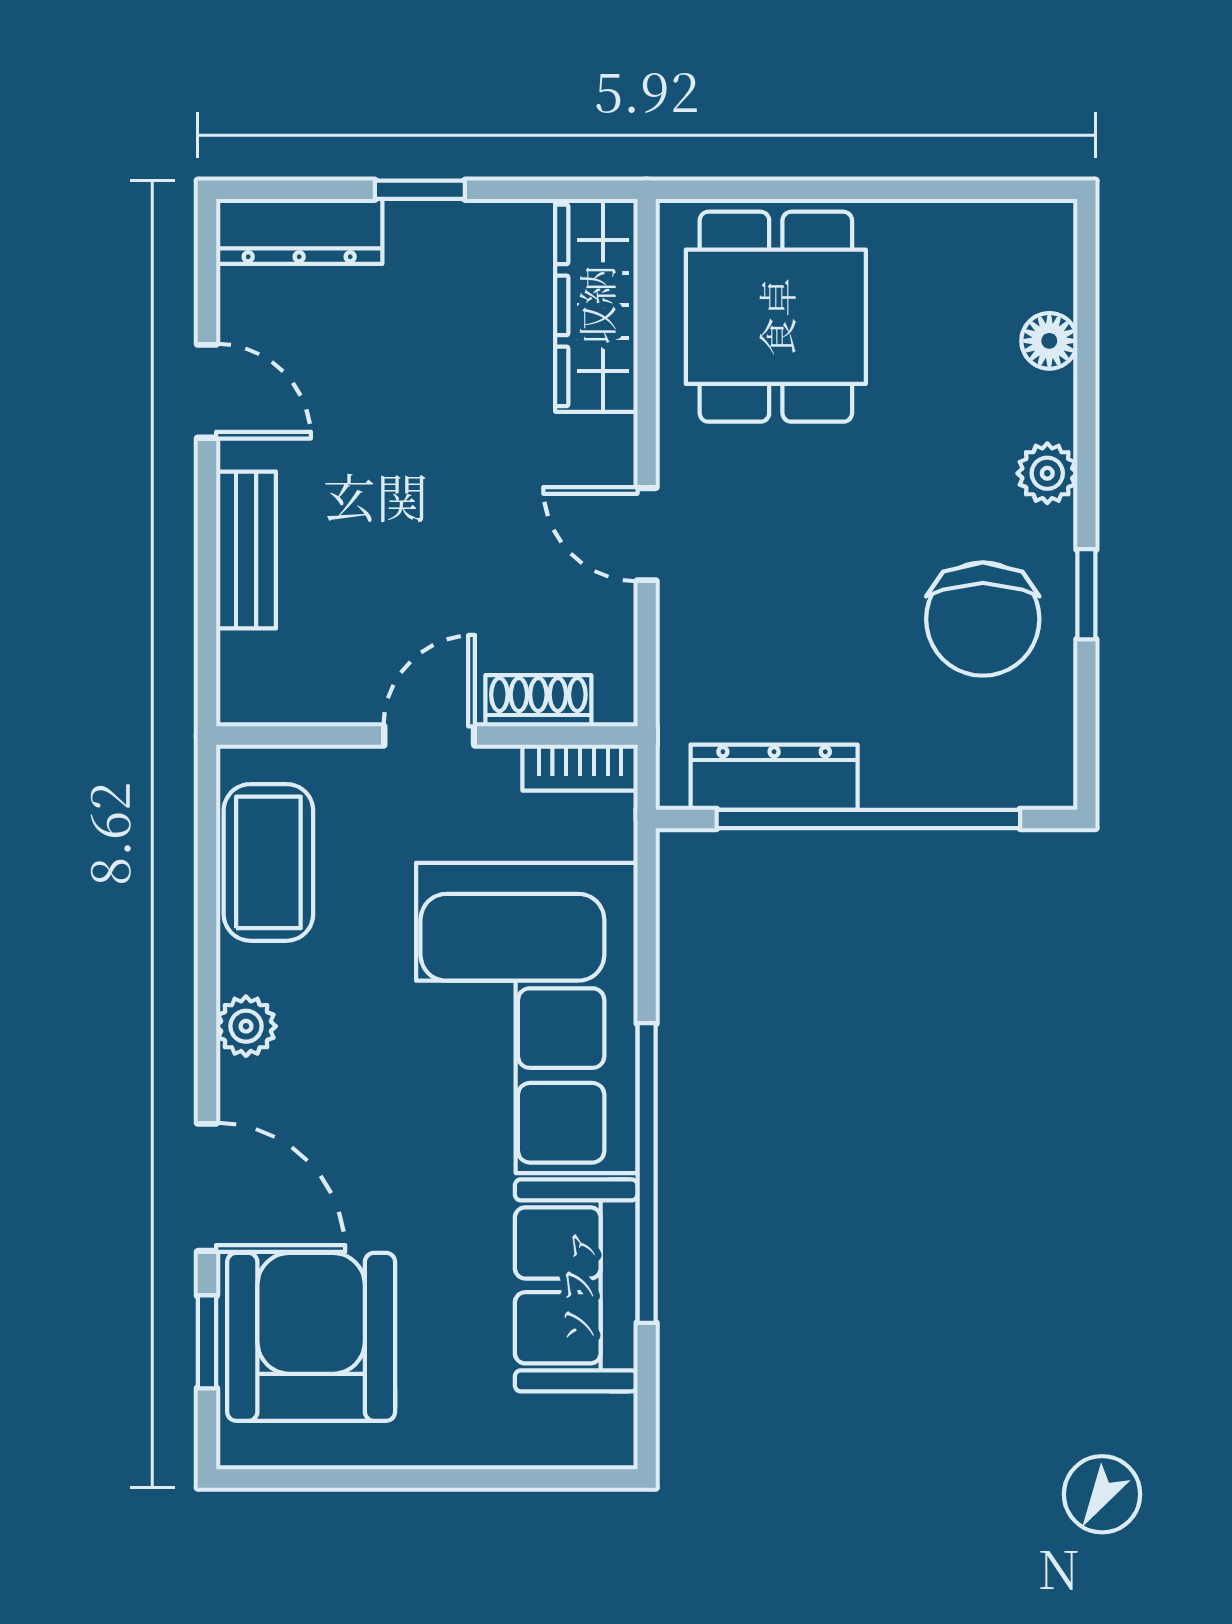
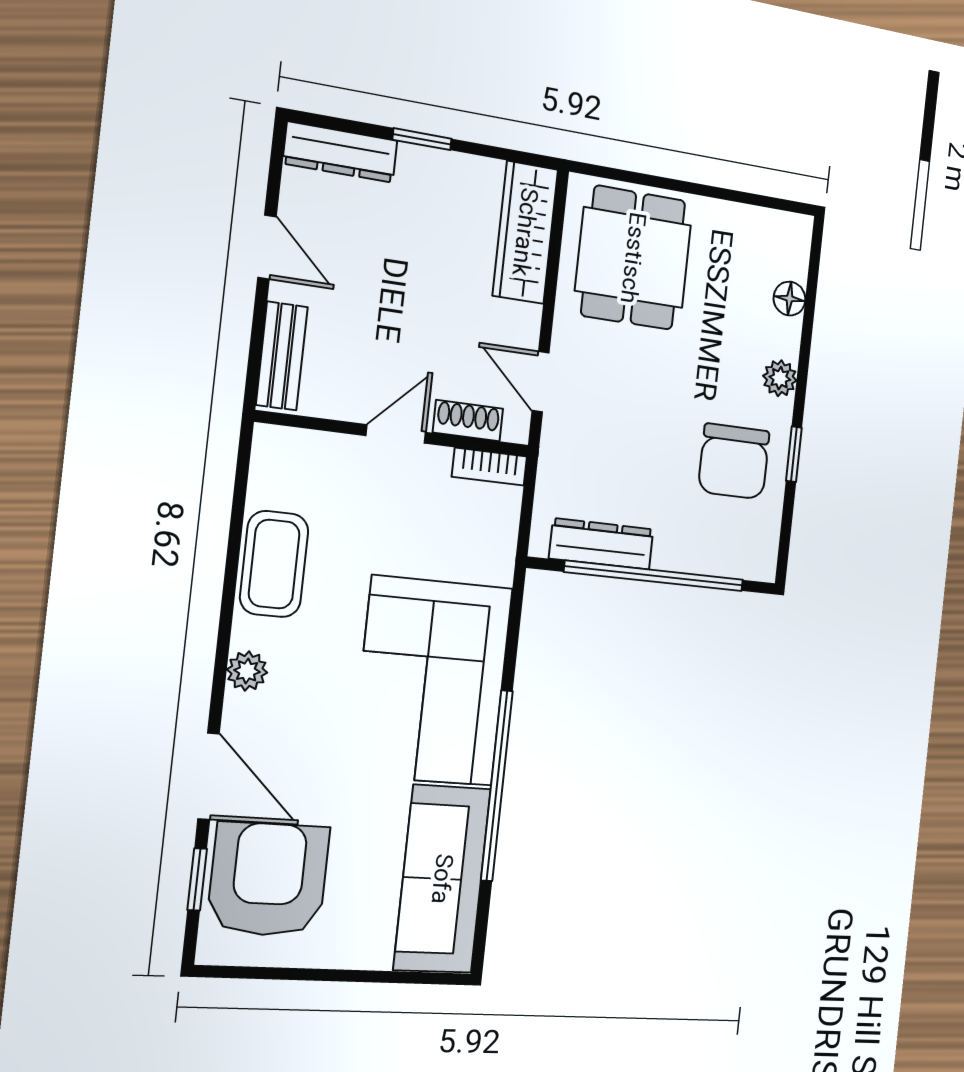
shoe rack: (538, 701) -> (468, 421), moved
wall: (427, 736) -> (394, 434), moved
door: (429, 736) -> (396, 434), moved
bookcase: (580, 768) -> (489, 467), moved
sofa: (576, 1285) -> (442, 879), width x1.36

